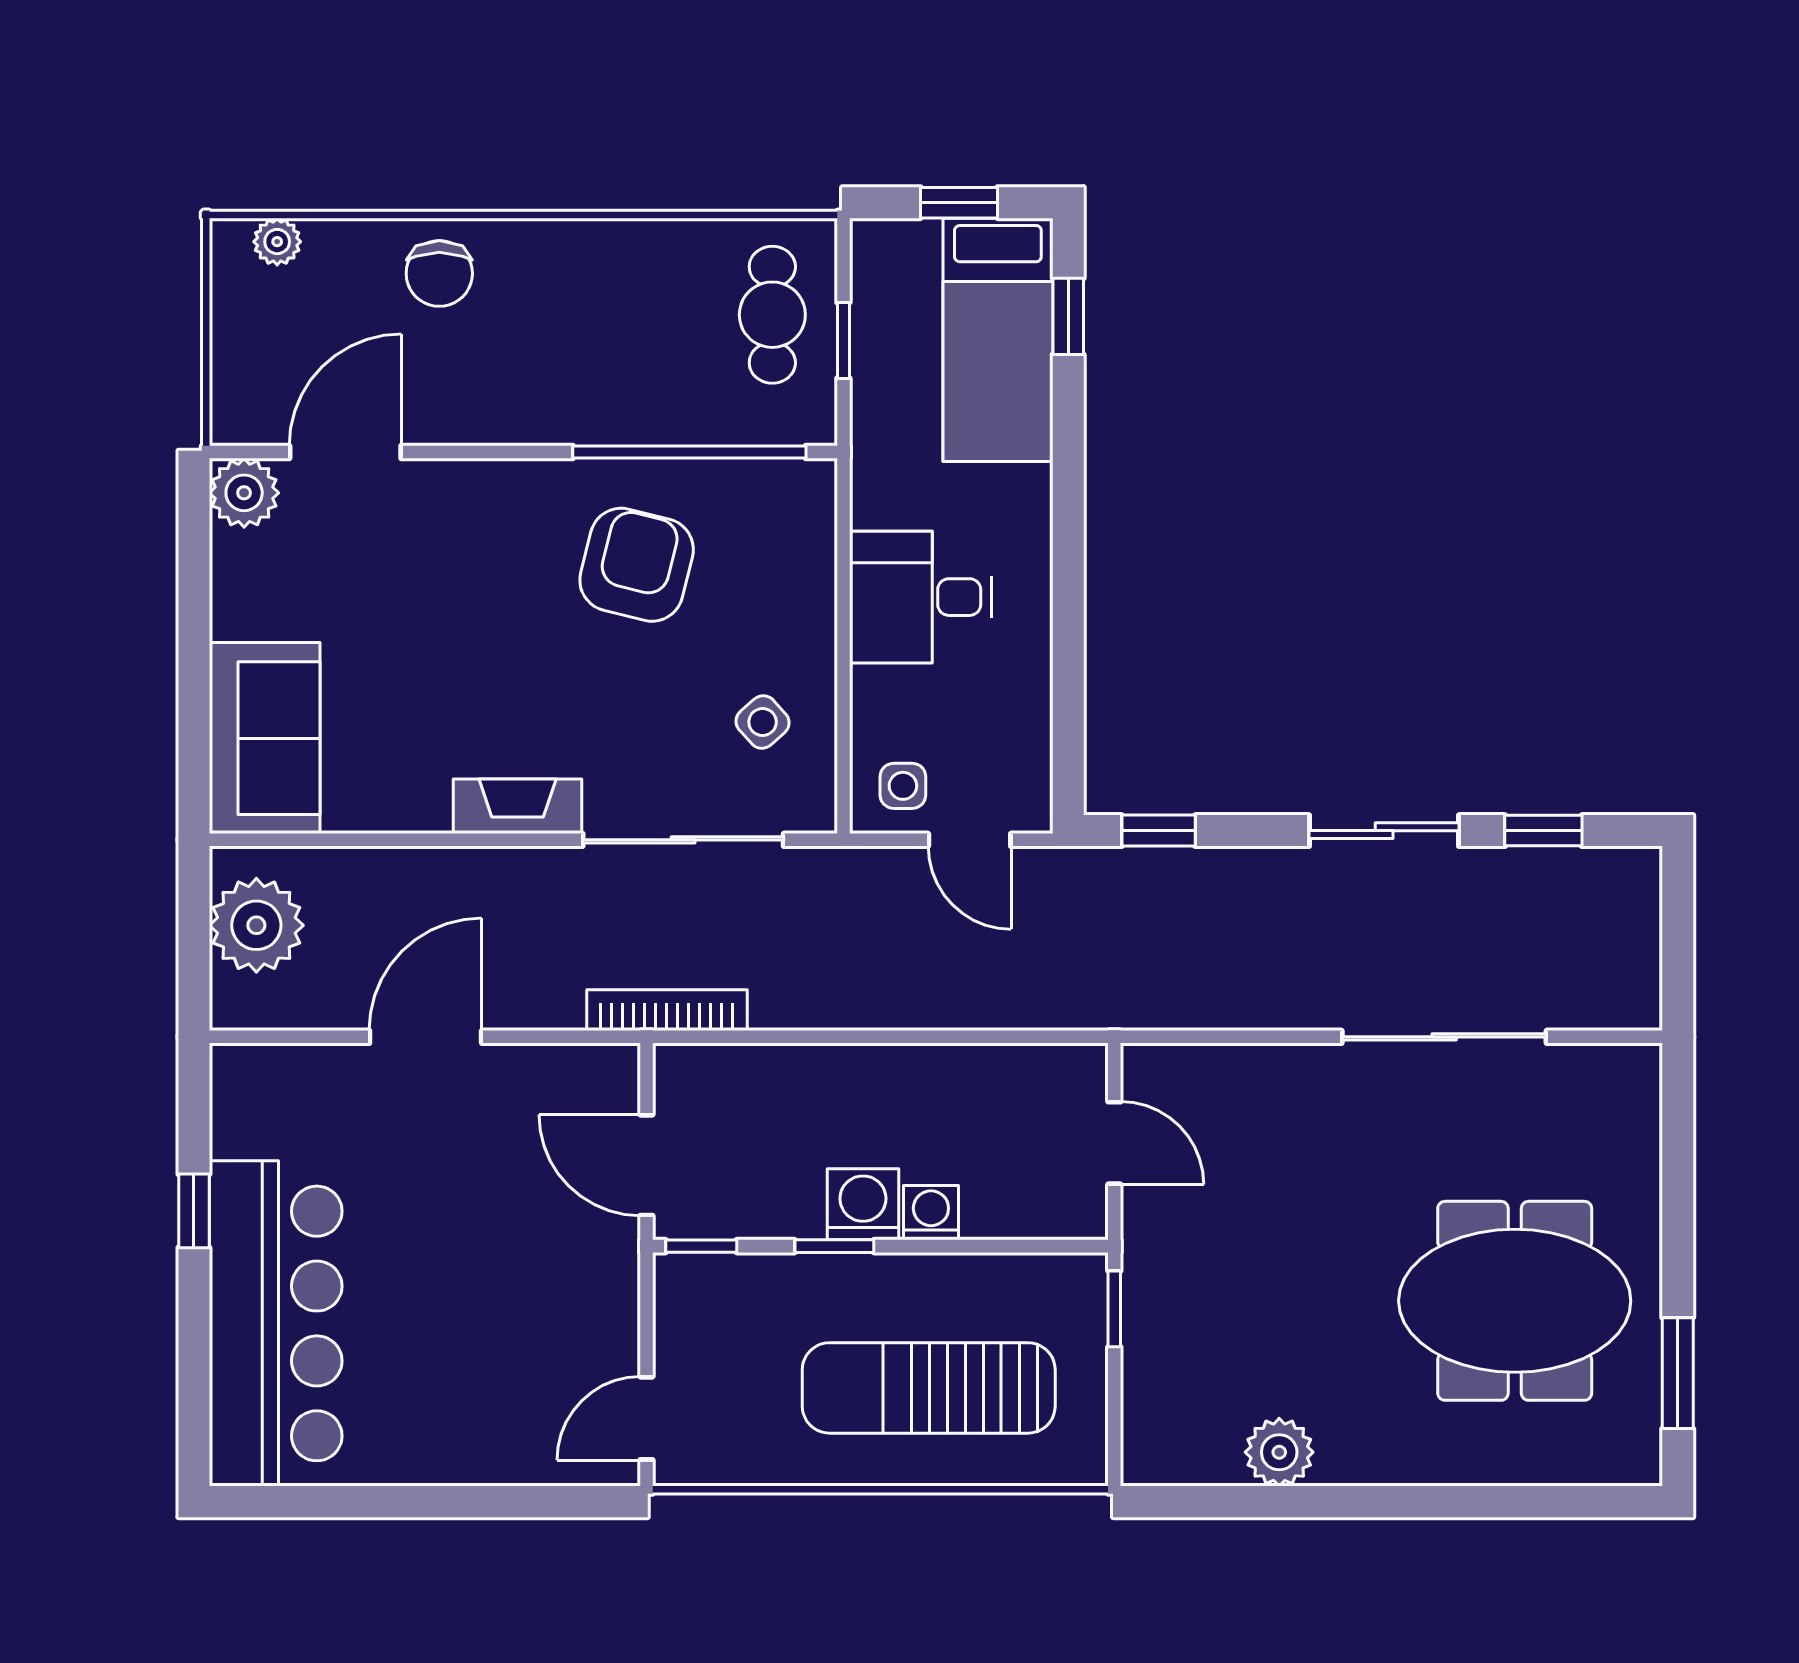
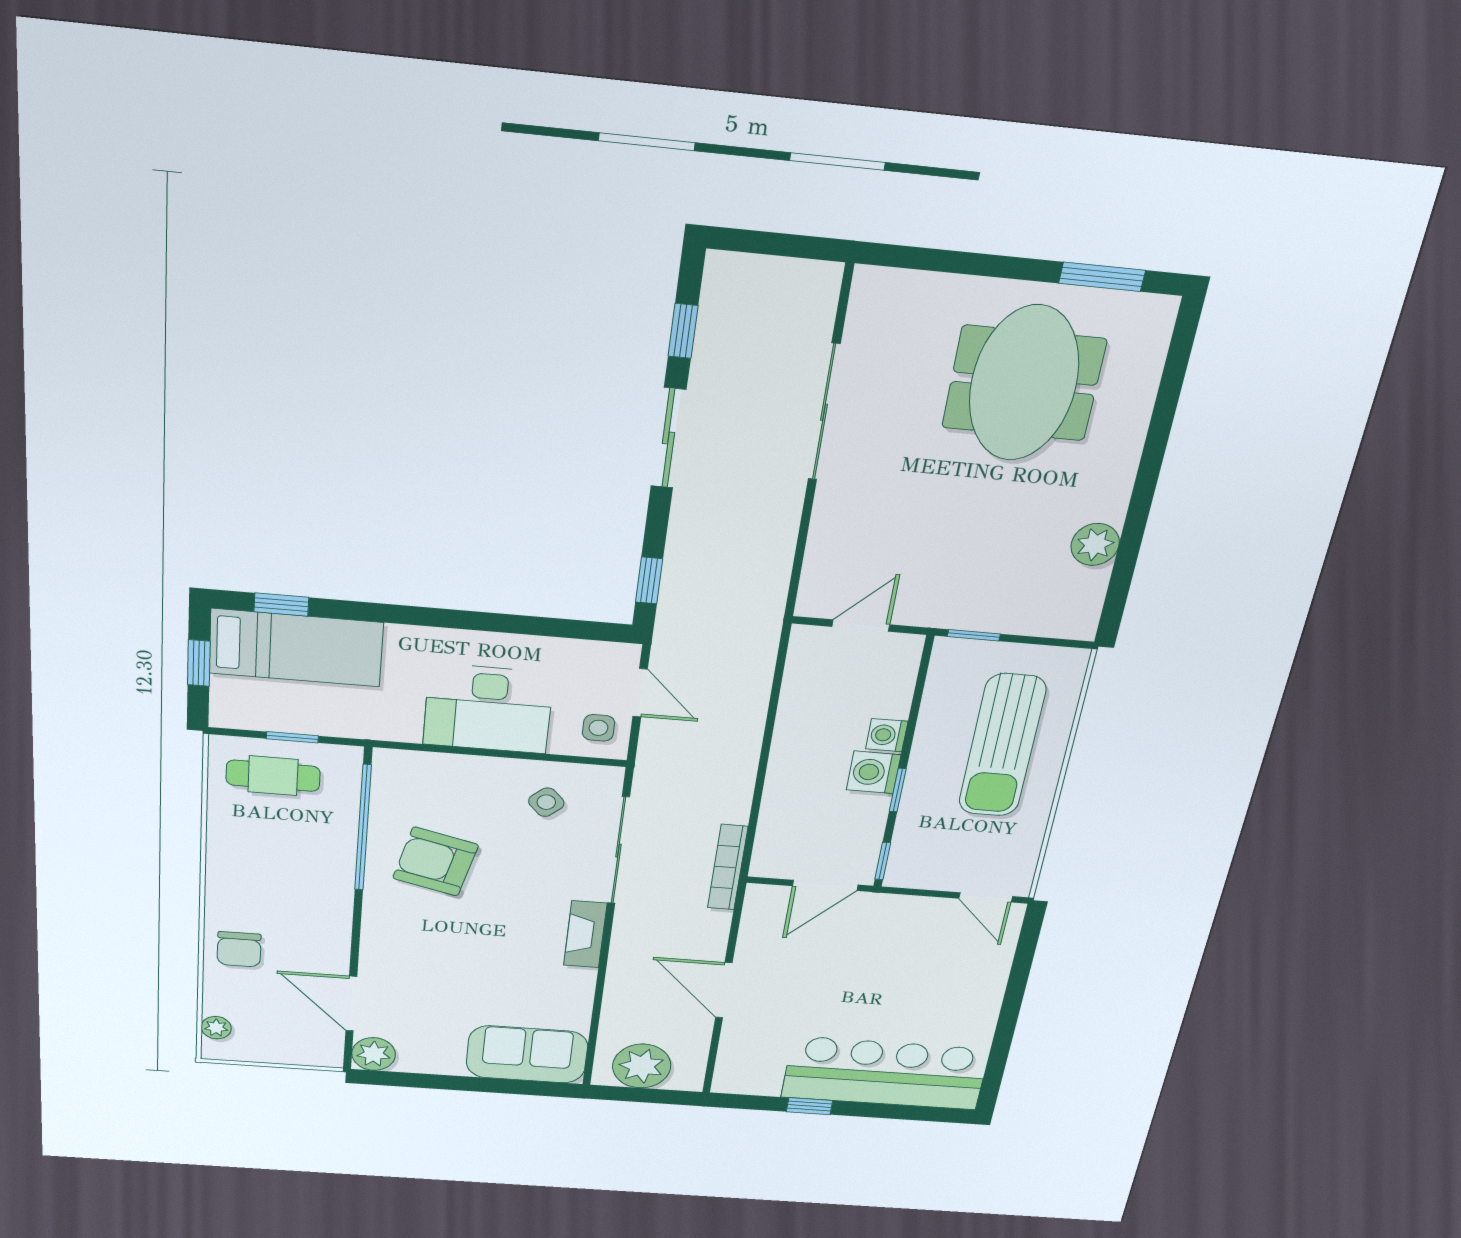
chair: (439, 273) -> (239, 949), turned 90
desk: (921, 597) -> (488, 709), width x1.37
door: (970, 840) -> (640, 693), hinge flipped

